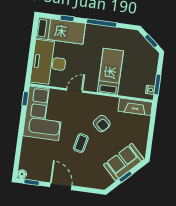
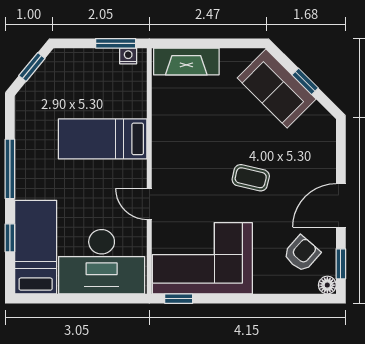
fireplace: (135, 107) -> (186, 61), moved, turned 90
armchair: (102, 124) -> (302, 254), moved

